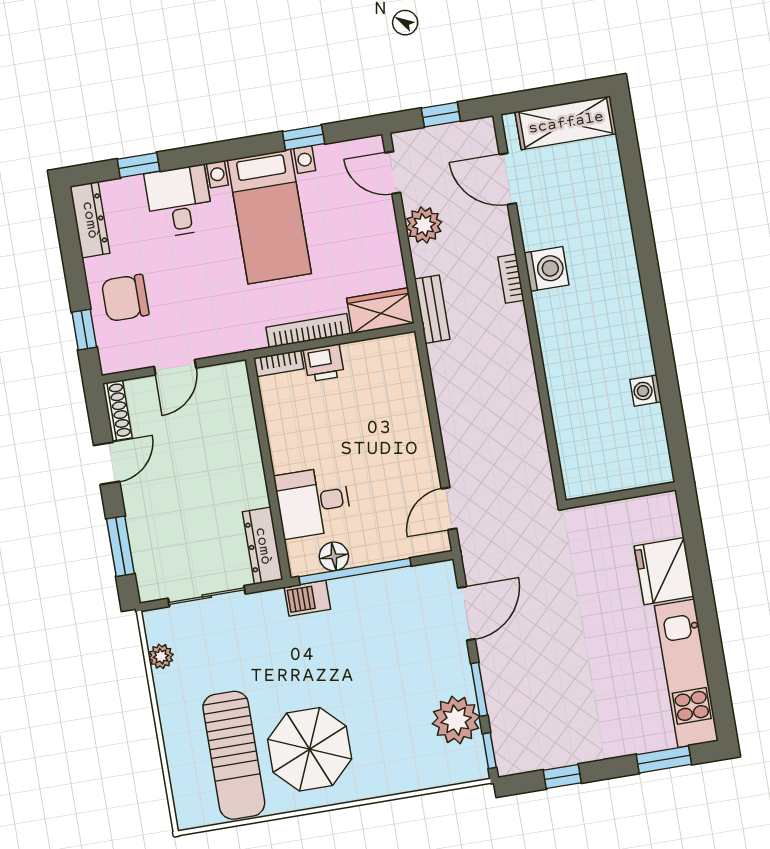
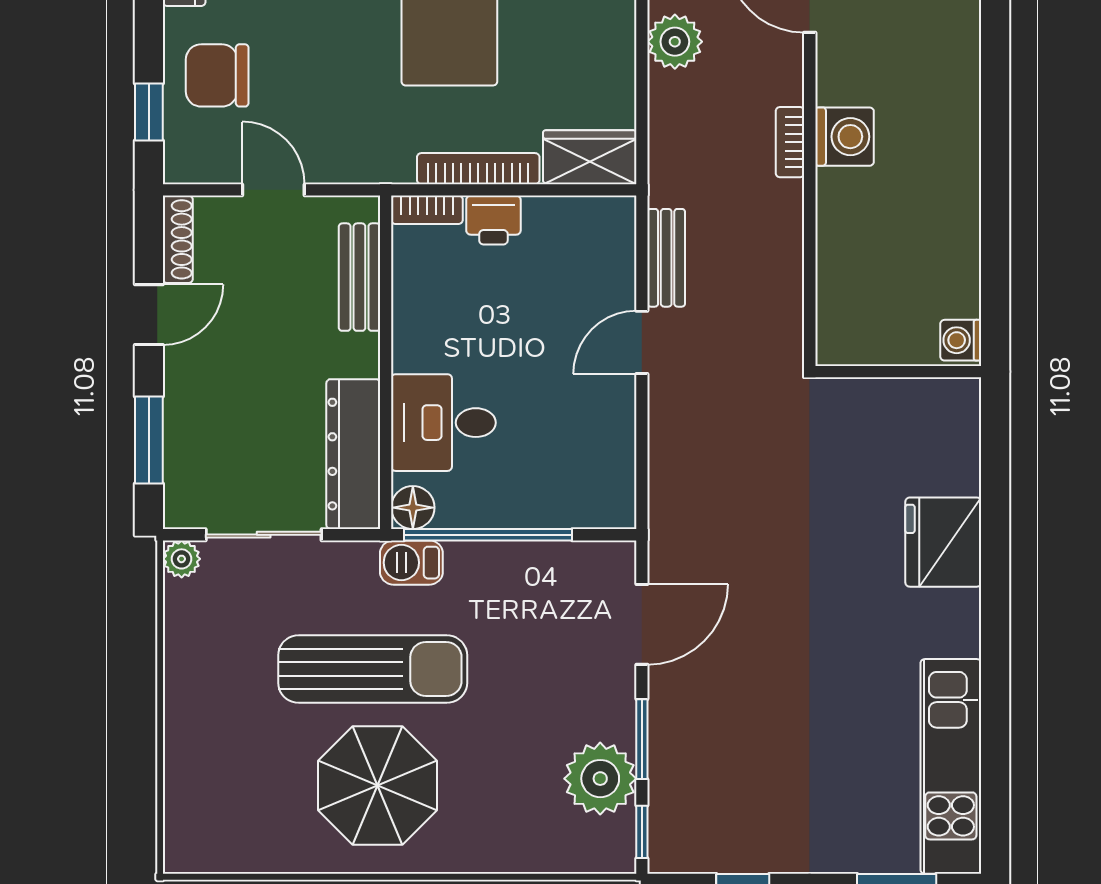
bench: (432, 309) -> (666, 258), moved
door: (175, 367) -> (273, 190), swing flipped
bench: (242, 415) -> (359, 277), added
wall: (621, 495) -> (898, 372), moved
door: (449, 509) -> (642, 342), moved
dresser: (263, 546) -> (353, 454), width x1.37, depth x1.24
floor lamp: (334, 556) -> (413, 508), moved
fridge: (664, 571) -> (943, 542), moved
plant: (161, 656) -> (182, 559), moved
sun lounger: (234, 755) -> (373, 669), moved, turned -90

